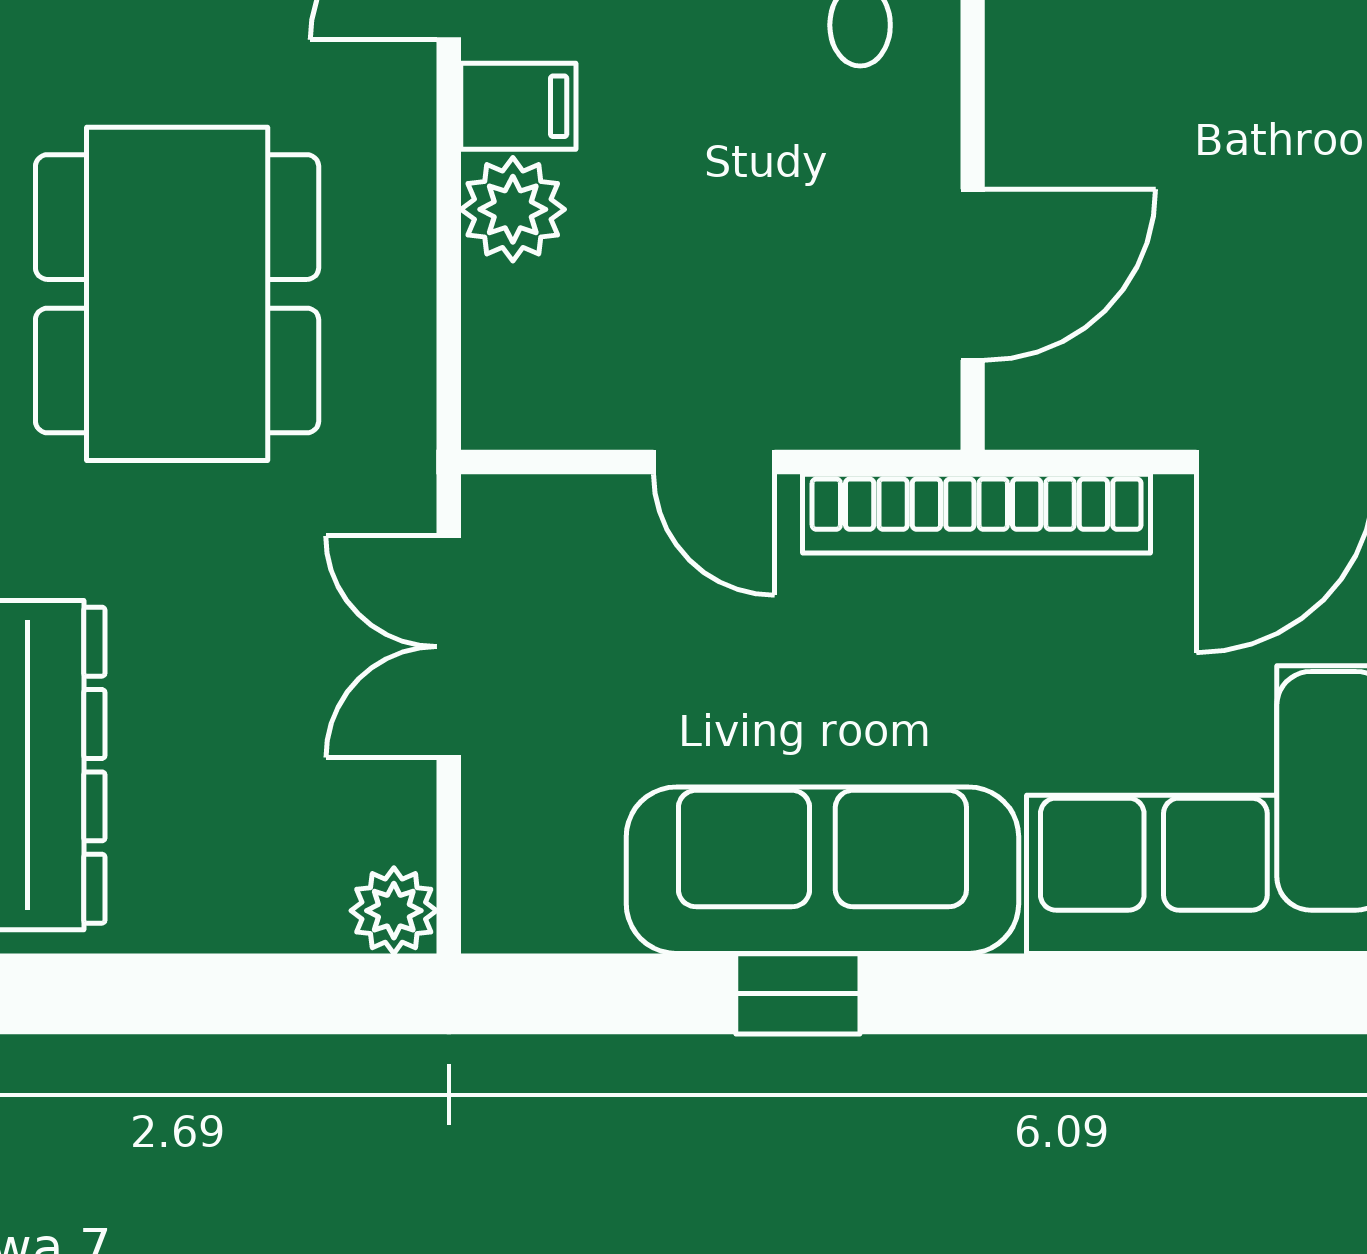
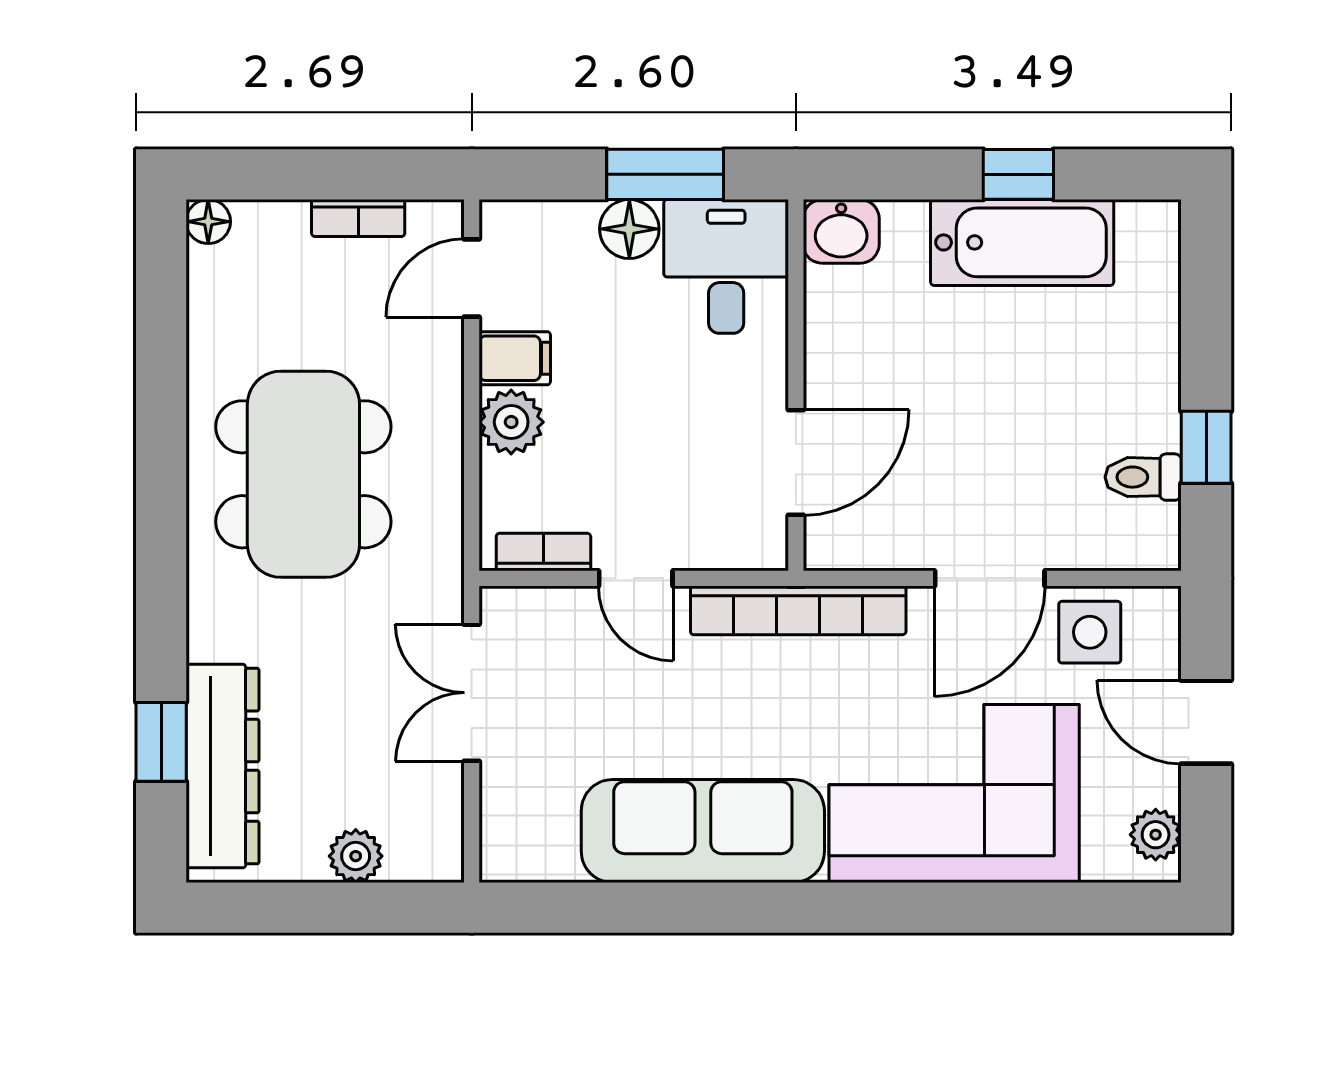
bookcase: (565, 419) -> (543, 552), added
plant: (394, 911) -> (356, 856), moved
window: (798, 994) -> (688, 908), removed

